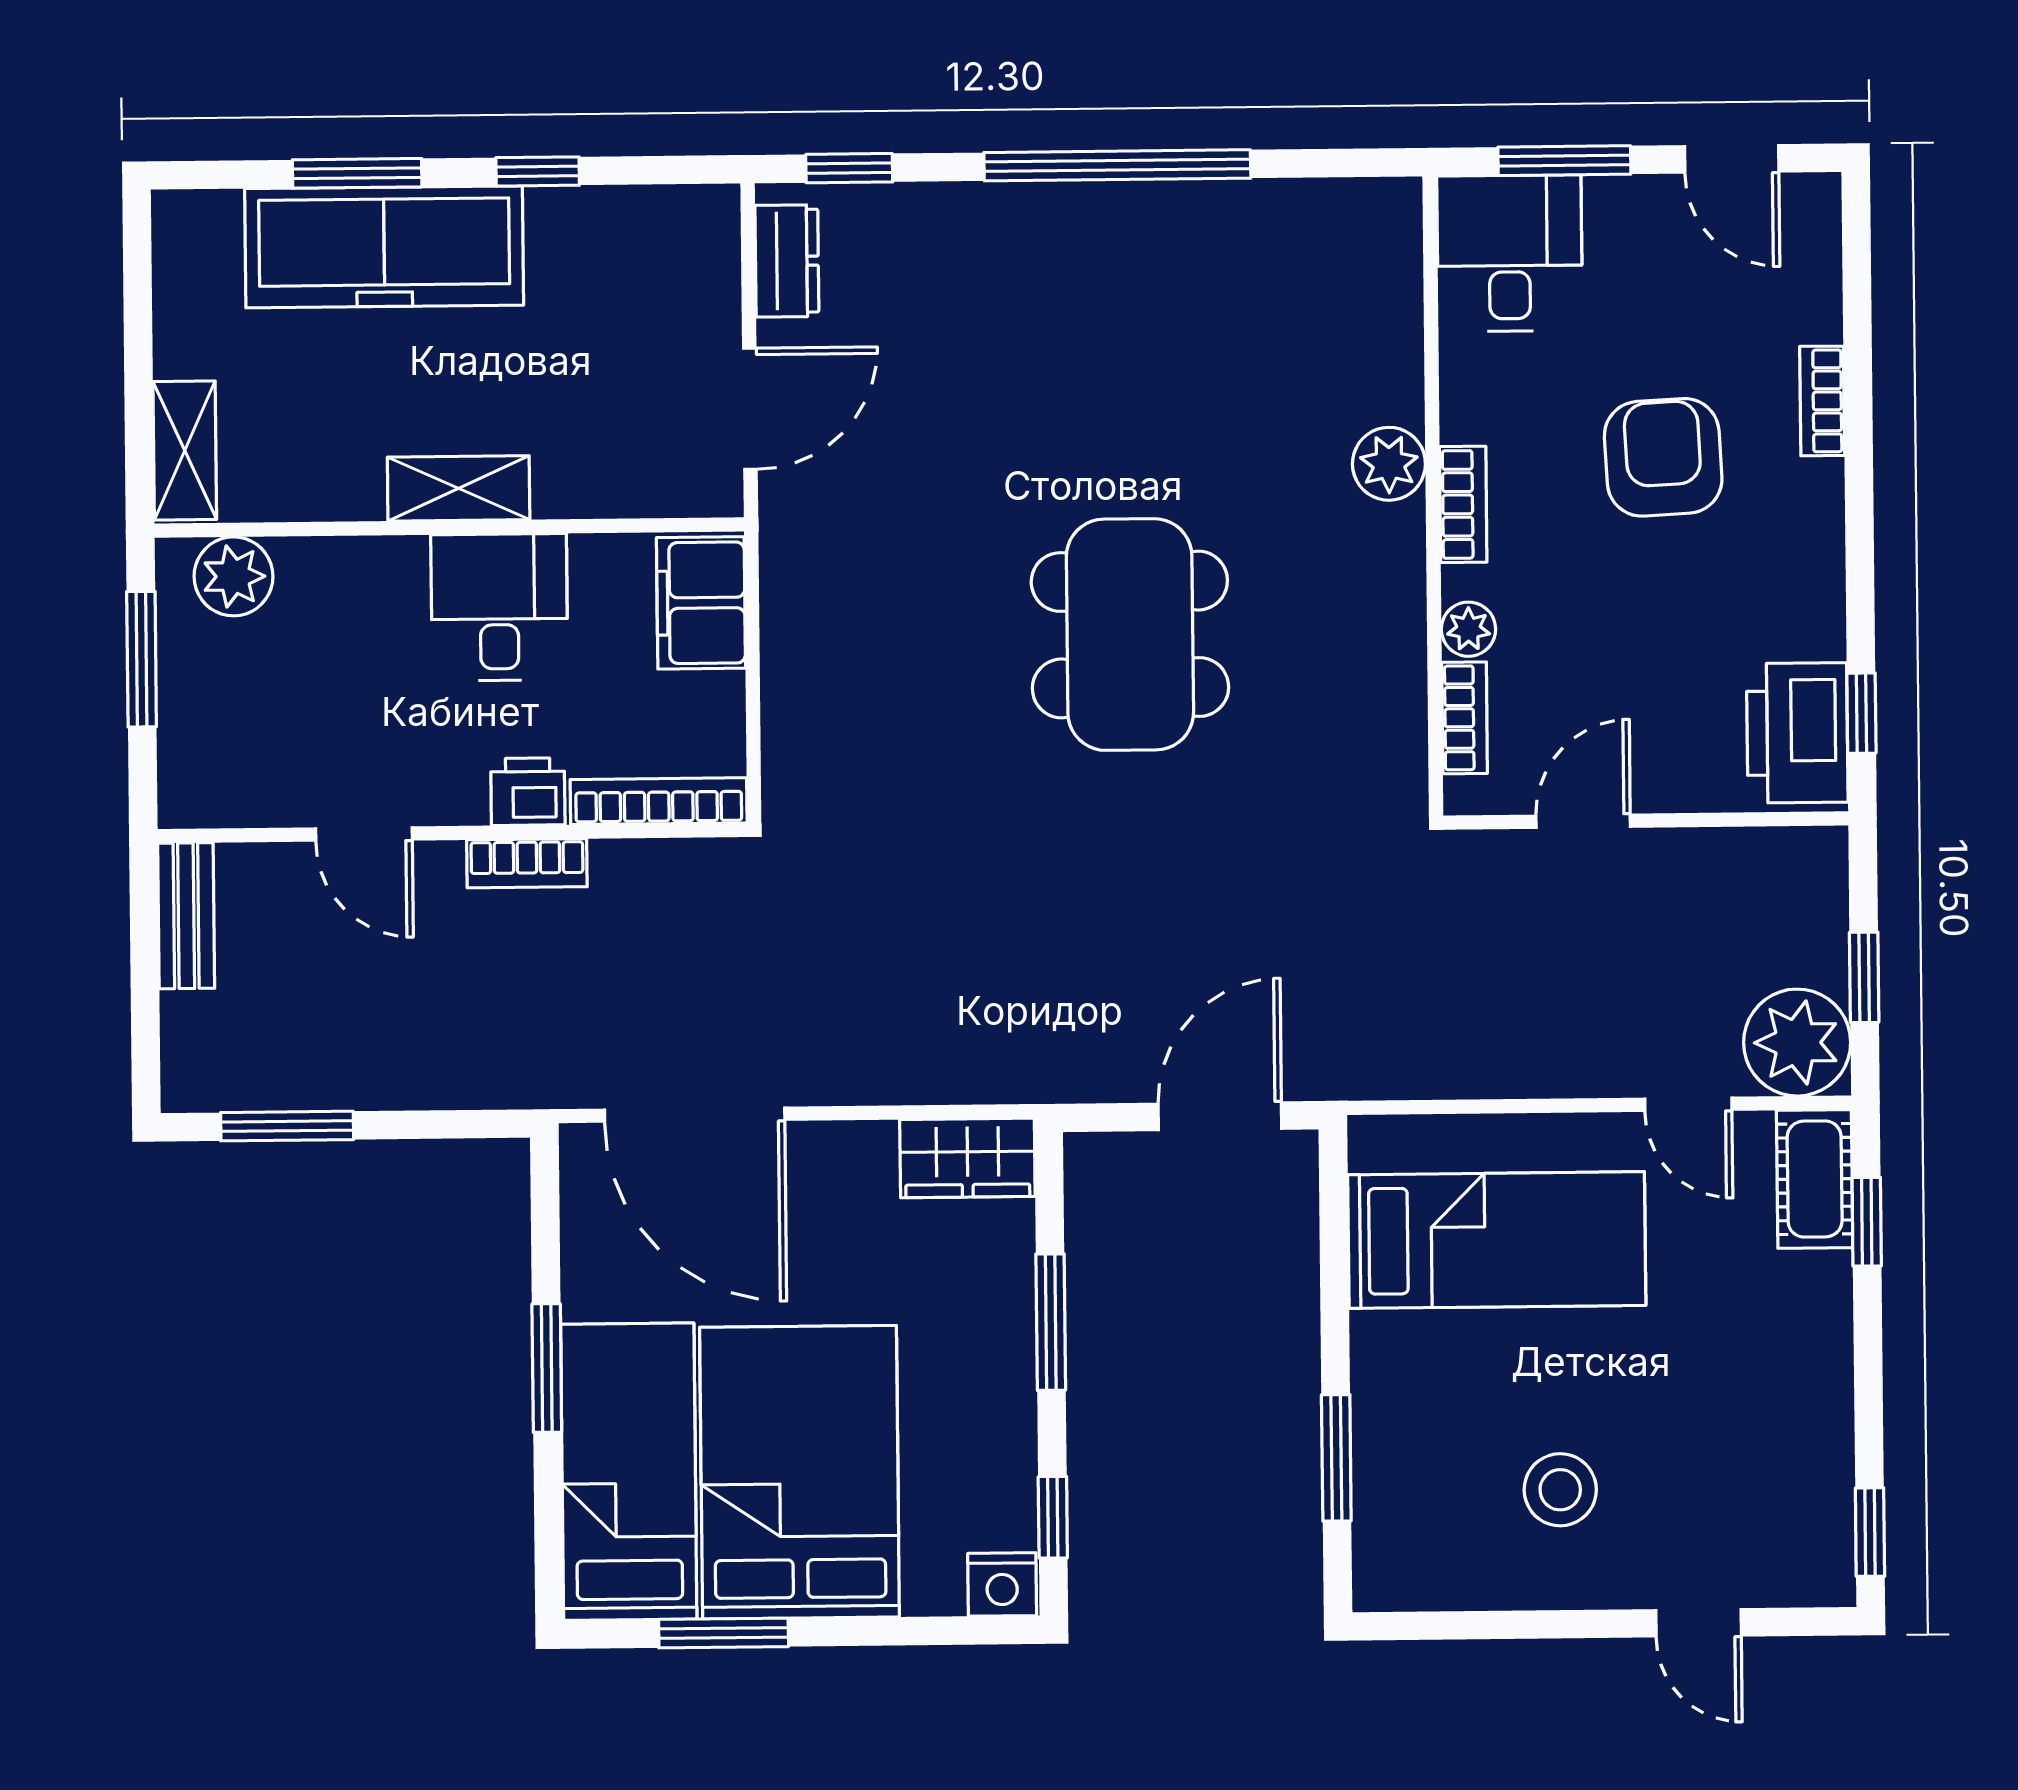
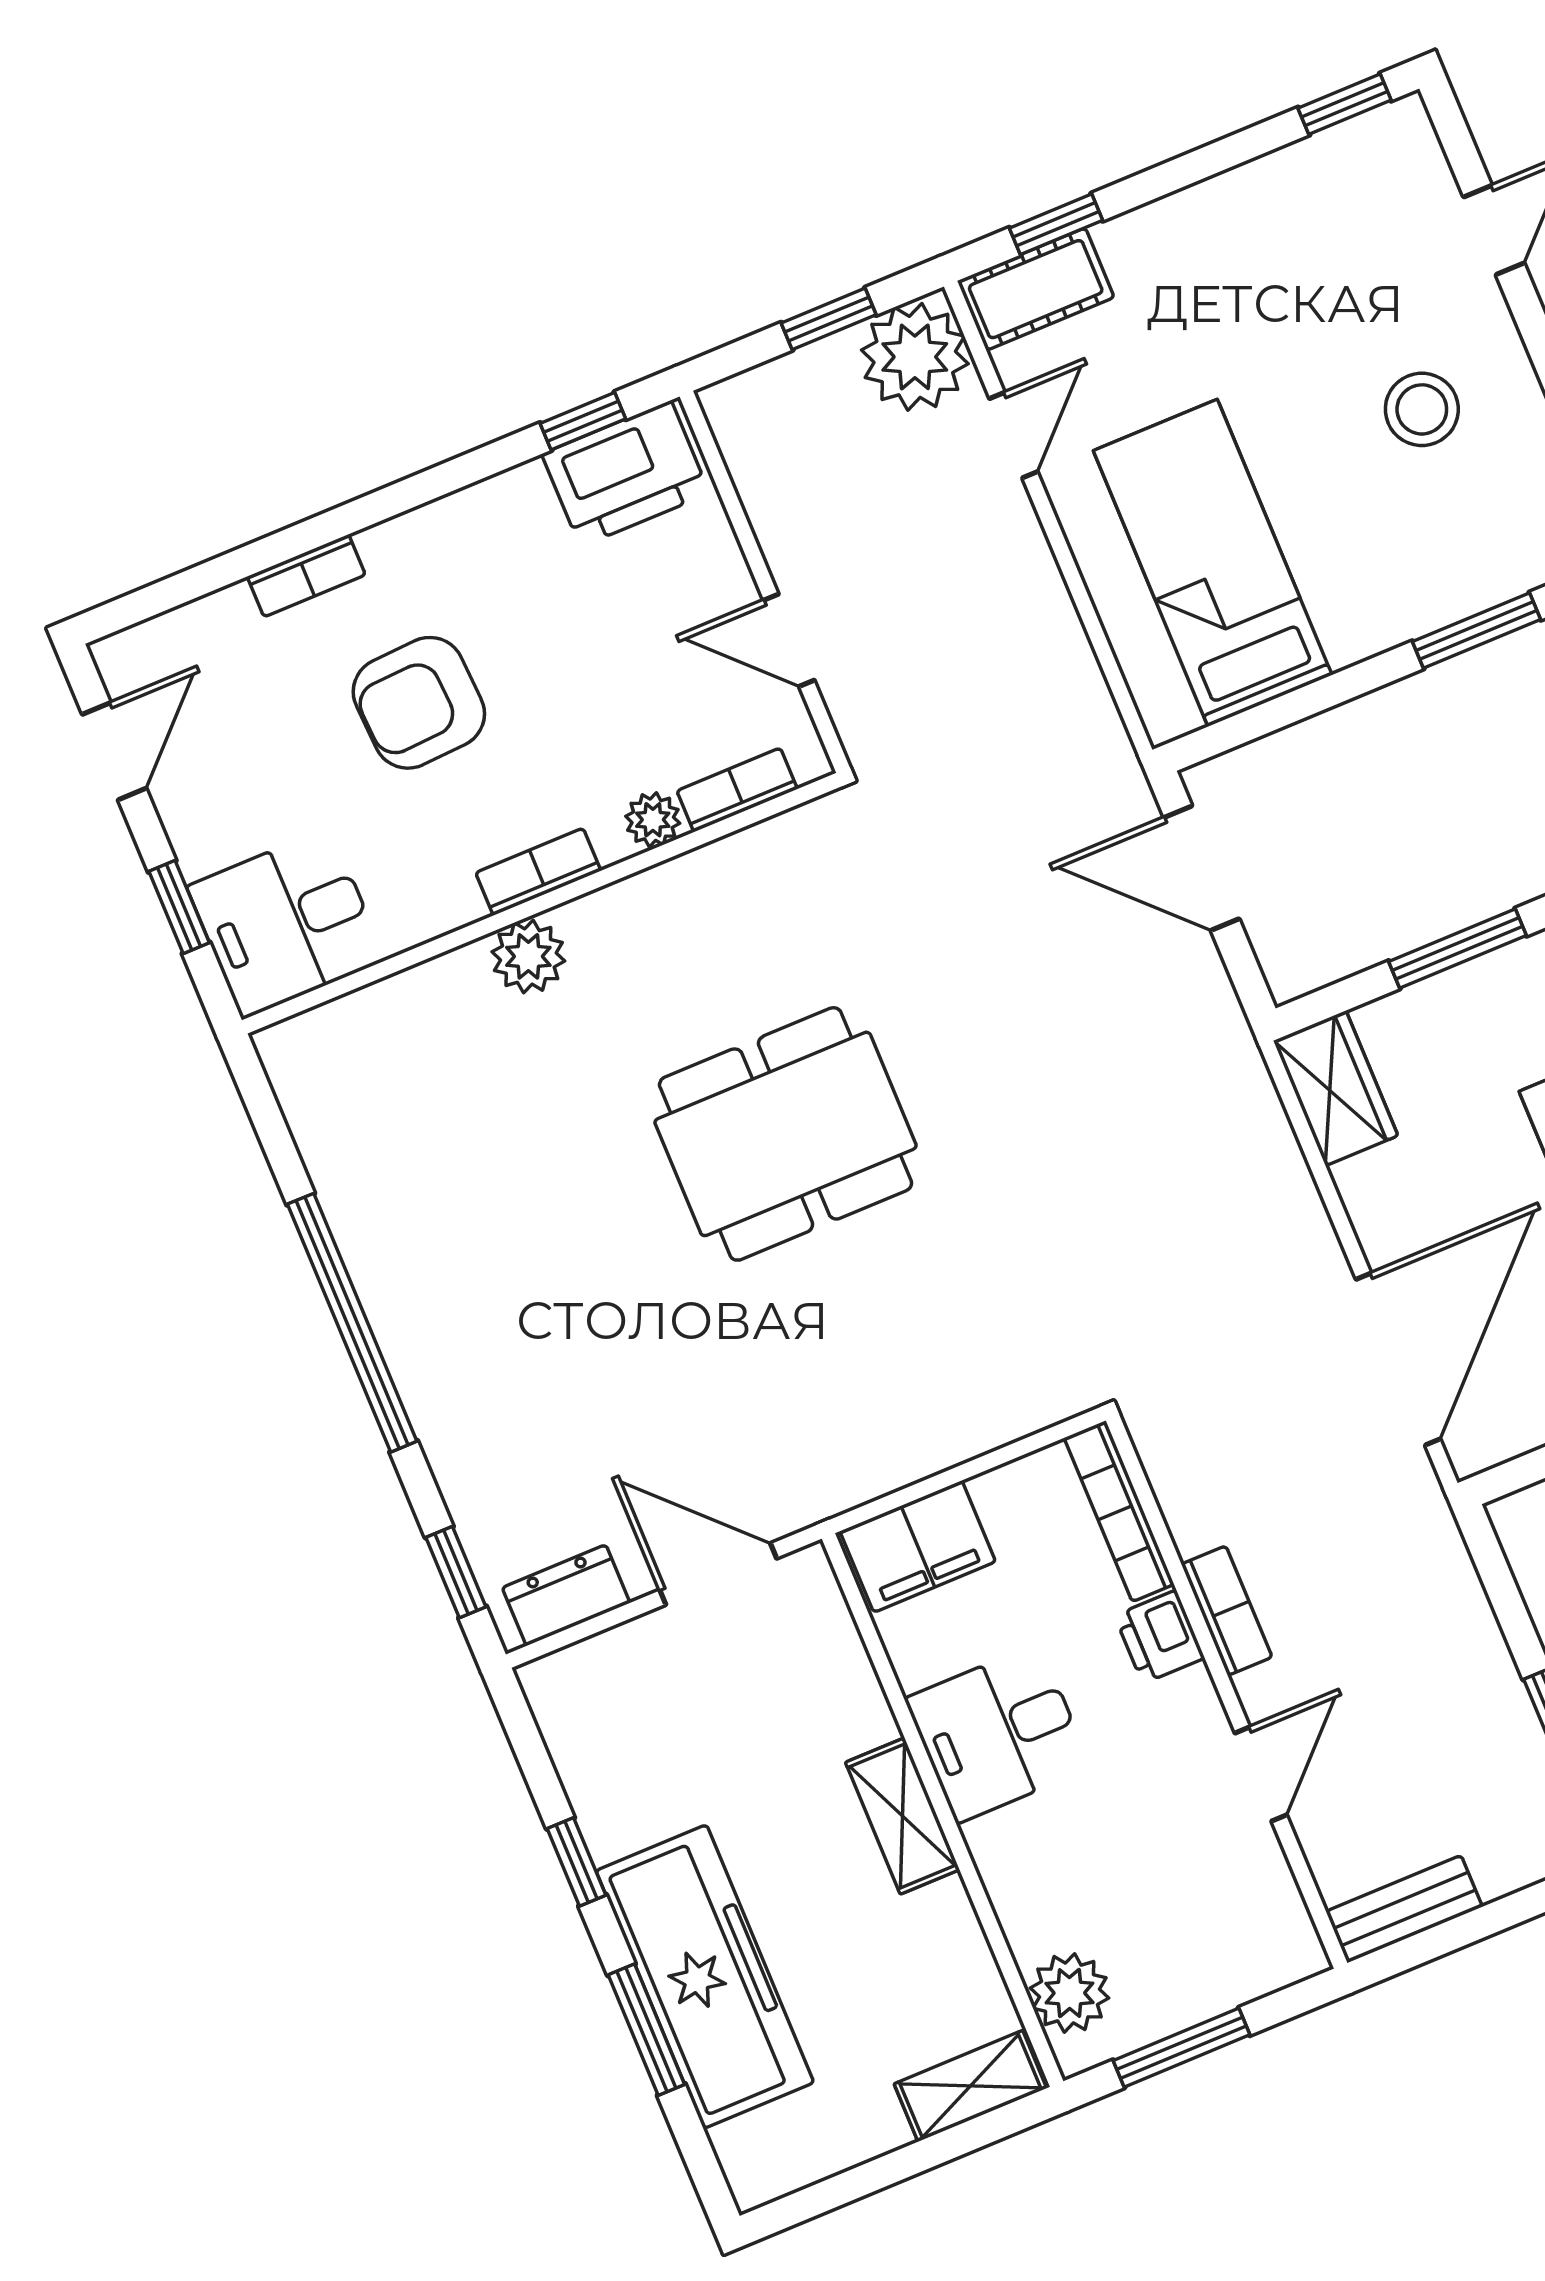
window: (1564, 161) -> (179, 907), width x0.67

